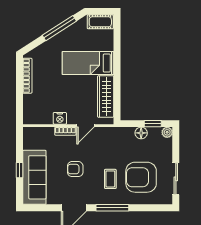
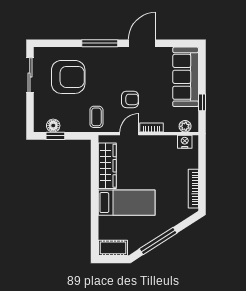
nightstand: (60, 118) -> (185, 142), moved
plant: (167, 132) -> (185, 126), moved
floor lamp: (141, 133) -> (53, 126), moved
armchair: (75, 169) -> (130, 99), moved
window: (19, 170) -> (202, 102), moved
coffee table: (110, 179) -> (96, 117), moved

